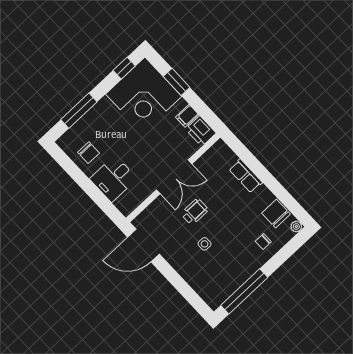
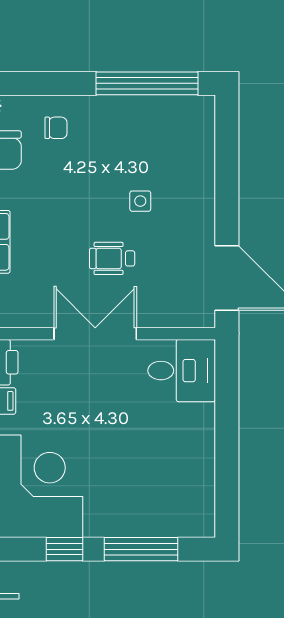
window: (124, 68) -> (64, 549), moved
chair: (89, 153) -> (182, 478), removed
desk: (113, 179) -> (182, 371), moved

